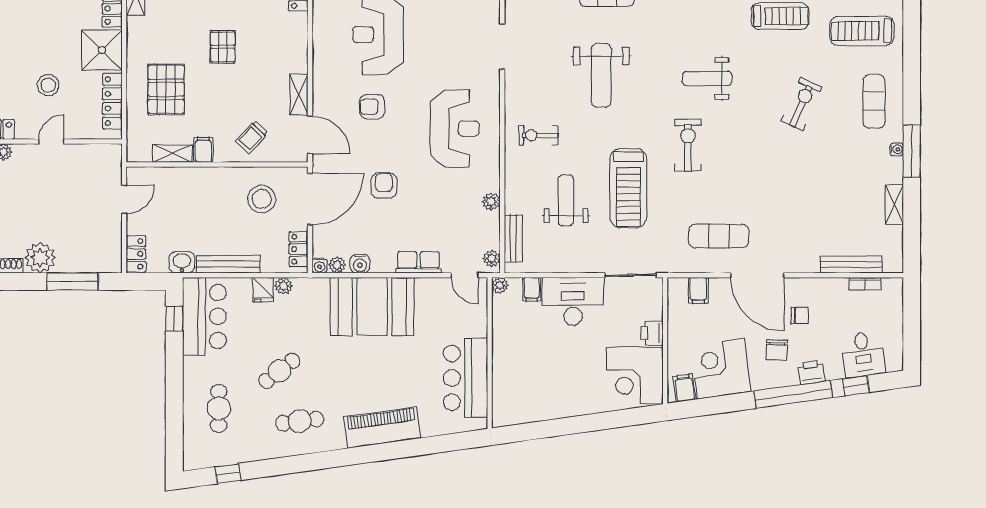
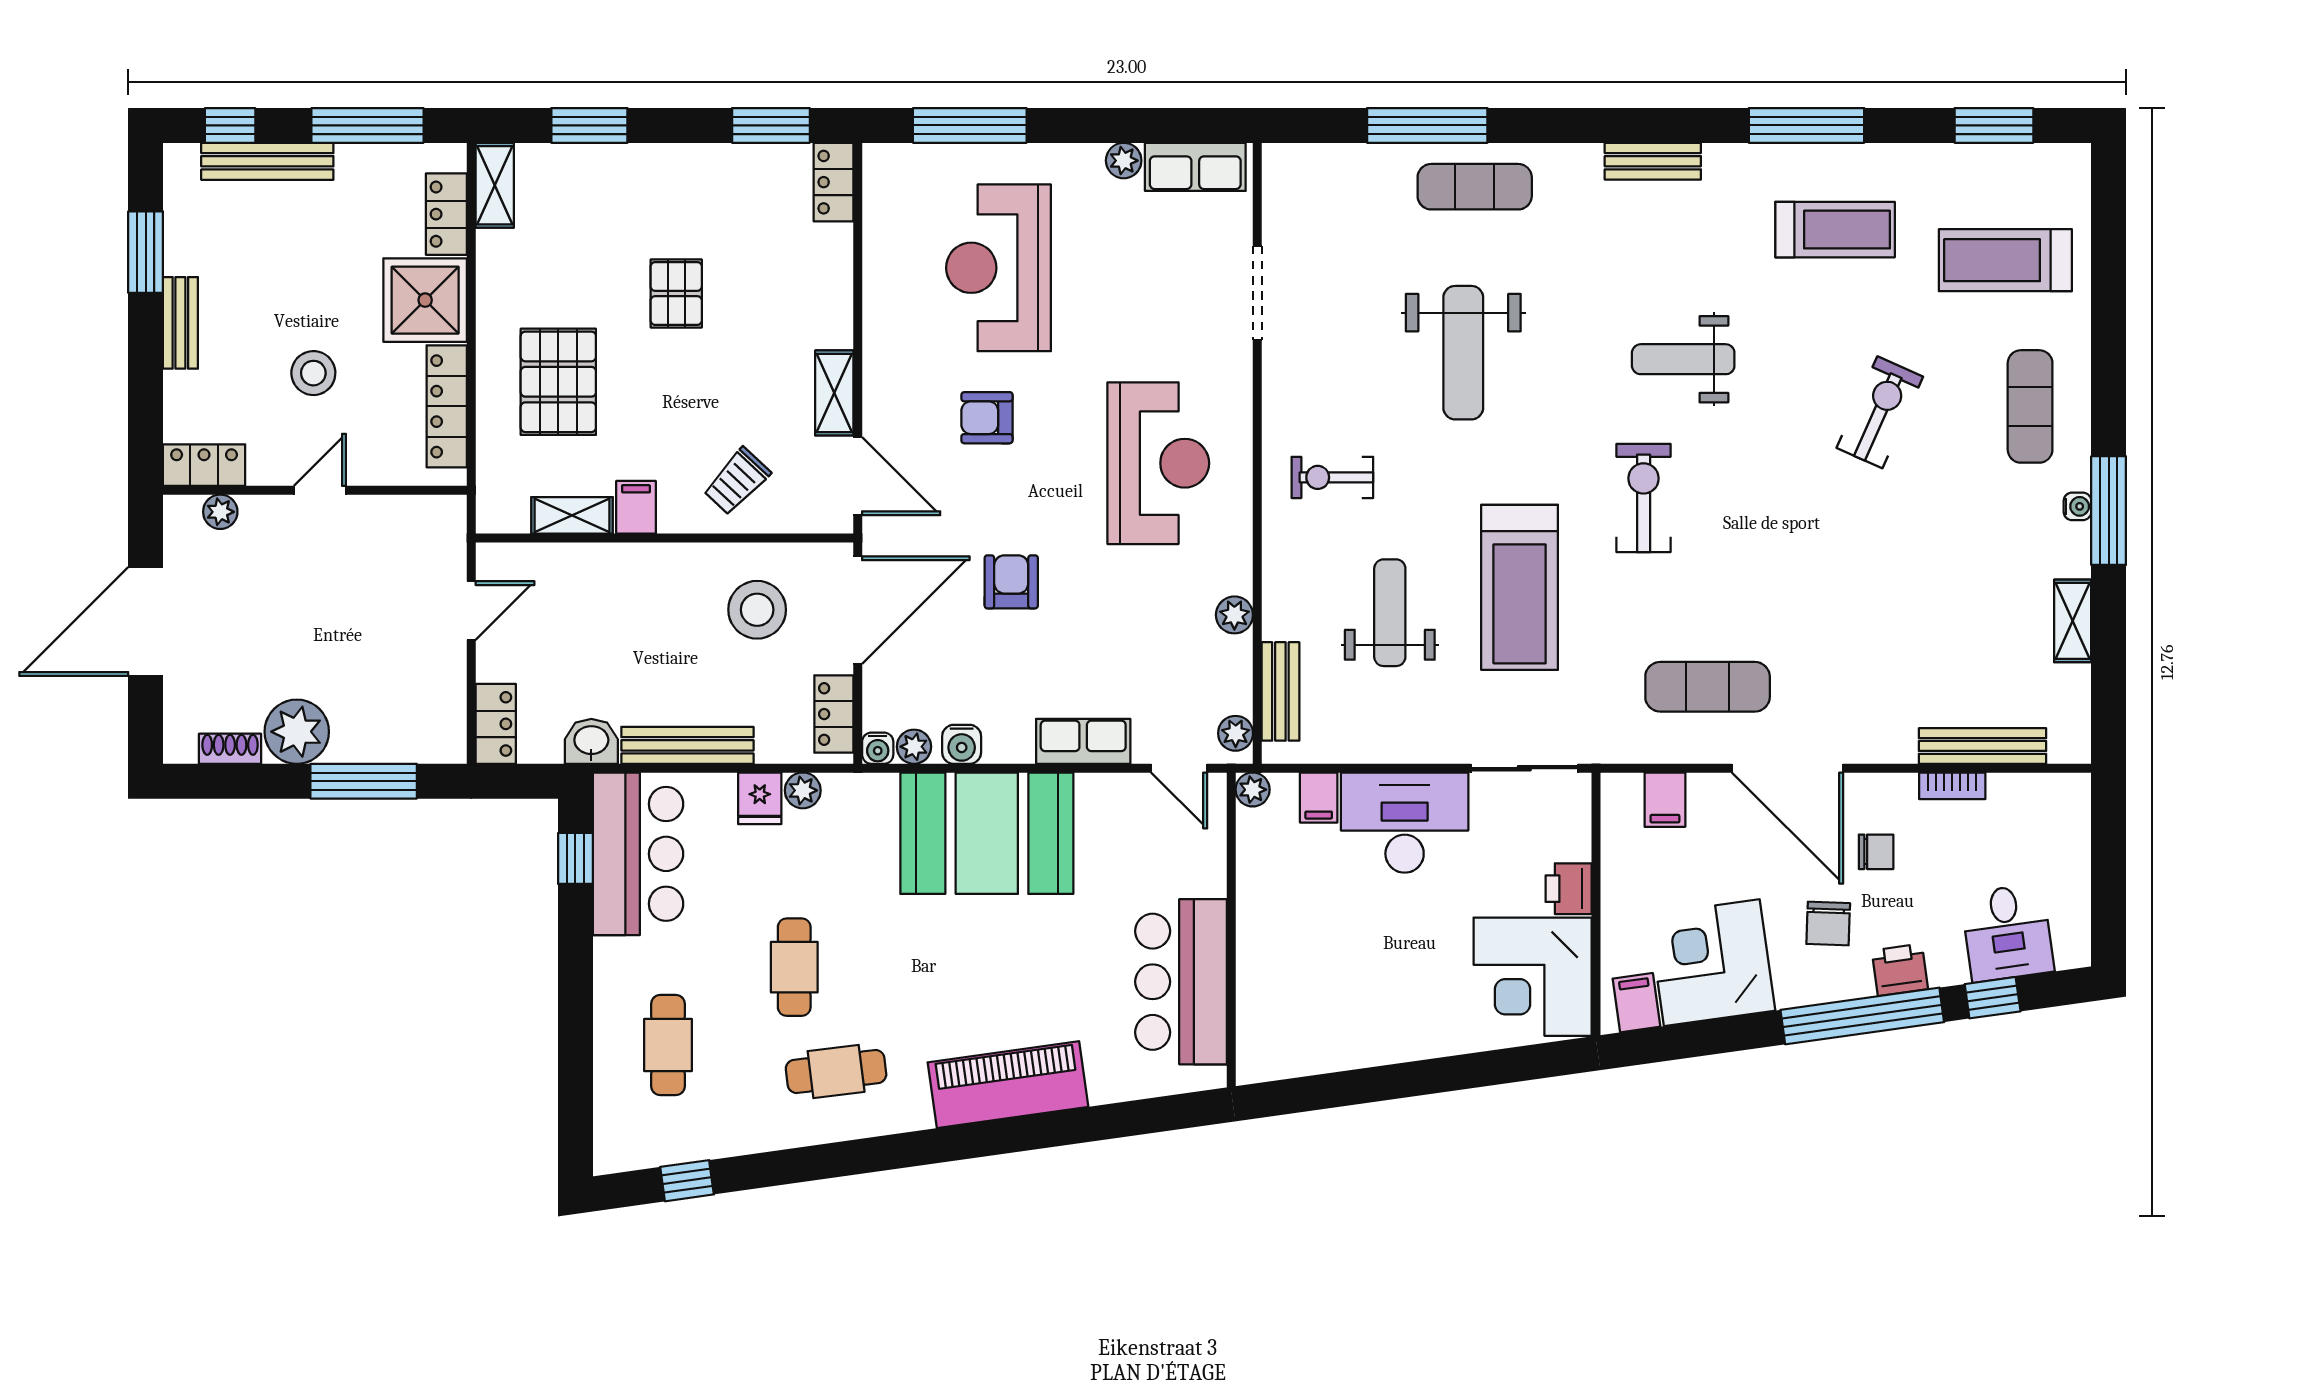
bookcase: (865, 284) -> (1952, 786), moved
cafe table: (279, 371) -> (794, 967), turned -52

